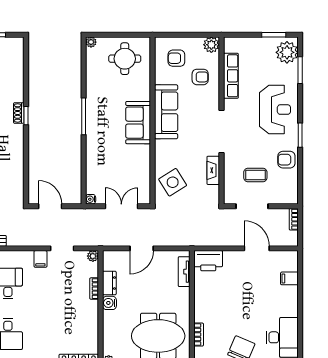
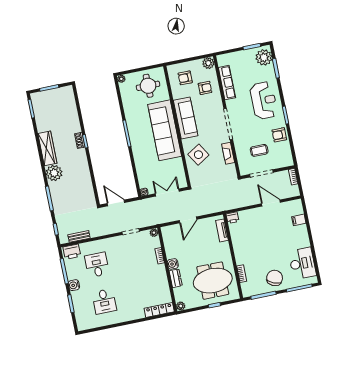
sofa: (138, 123) -> (165, 130), width x1.85, depth x1.27
side table: (173, 182) -> (198, 155), moved
filing cabinet: (40, 259) -> (117, 242), removed
printer: (208, 261) -> (232, 218), width x0.53, depth x0.68
dresser: (109, 283) -> (176, 278), moved

